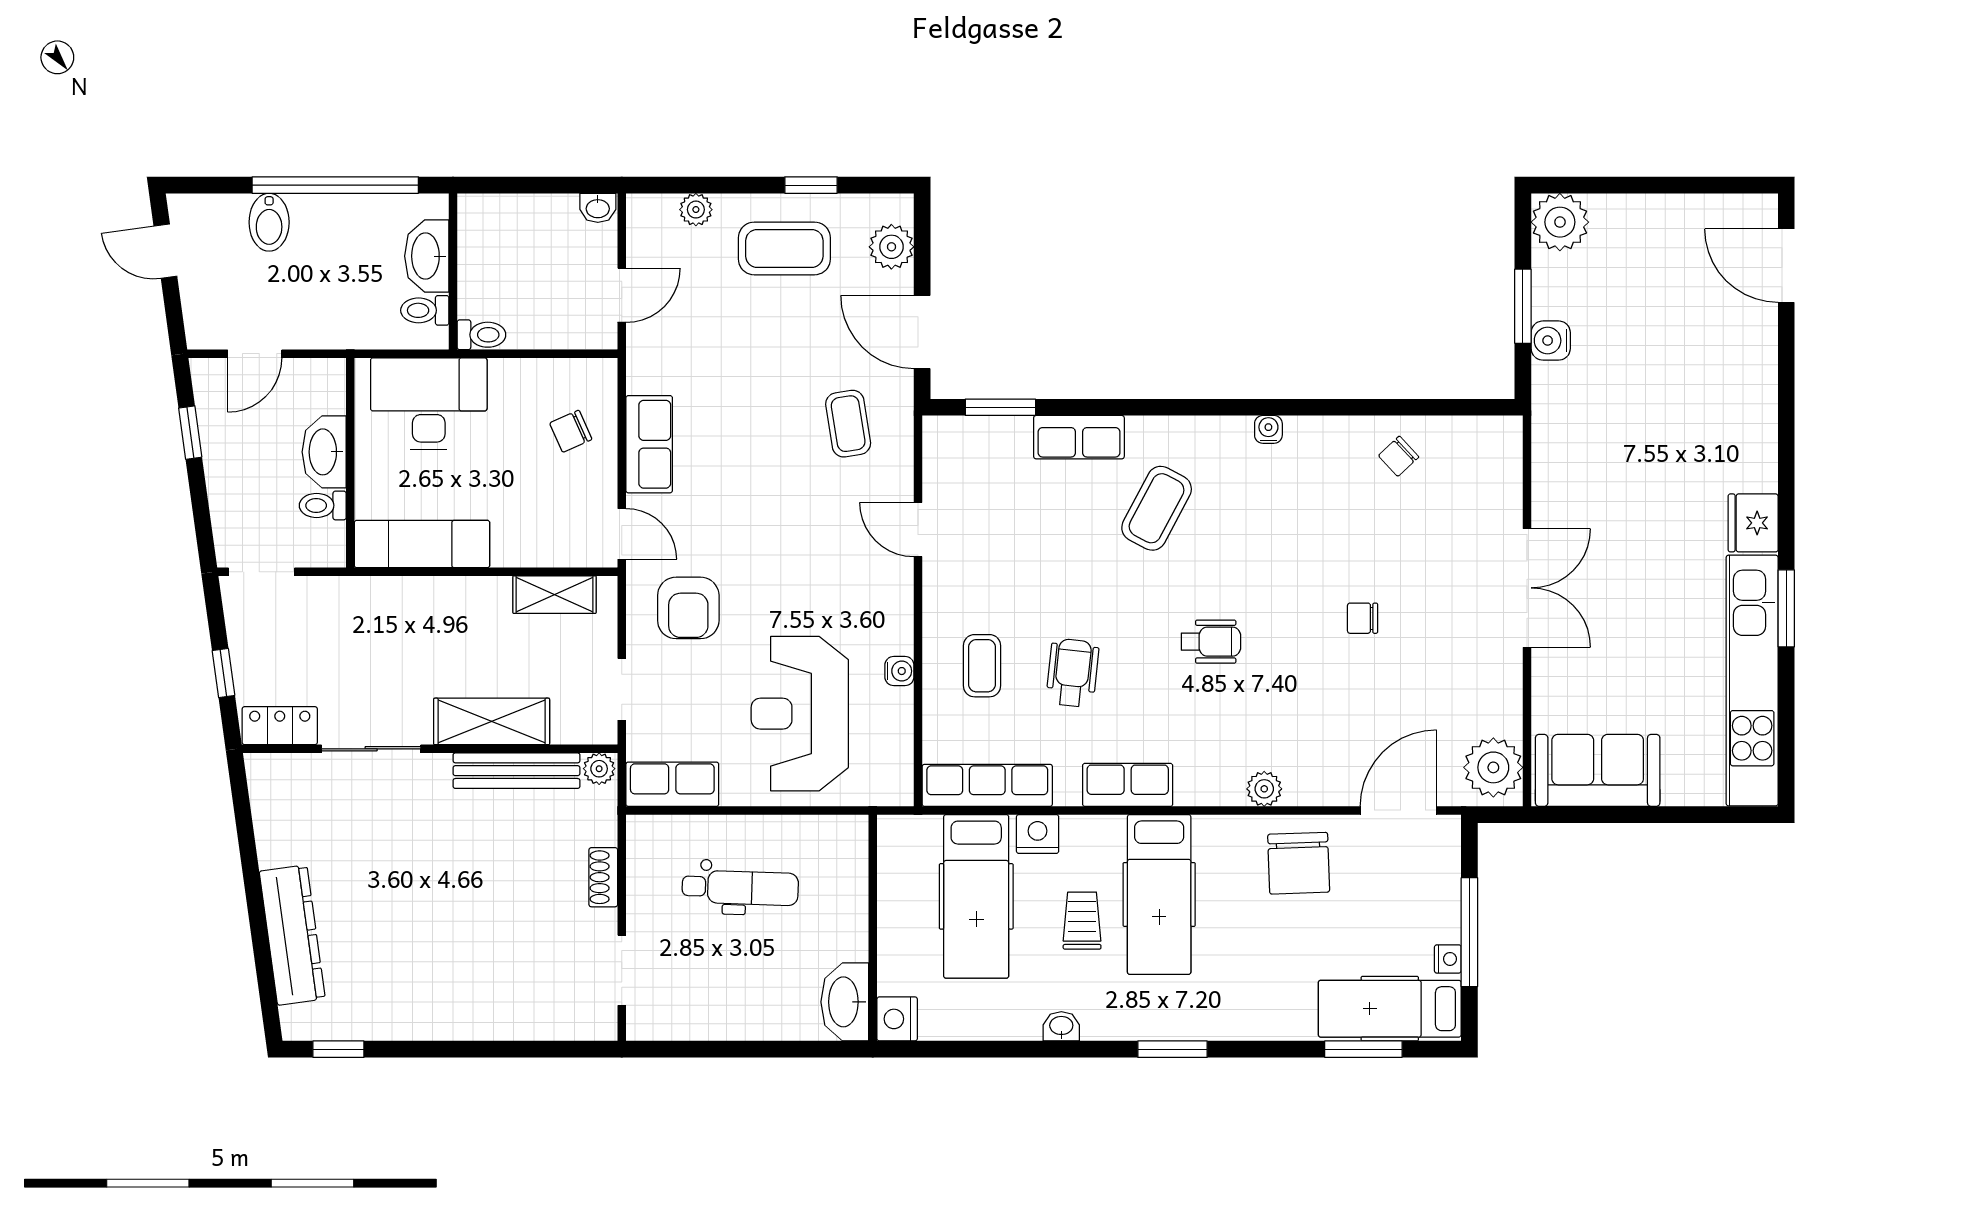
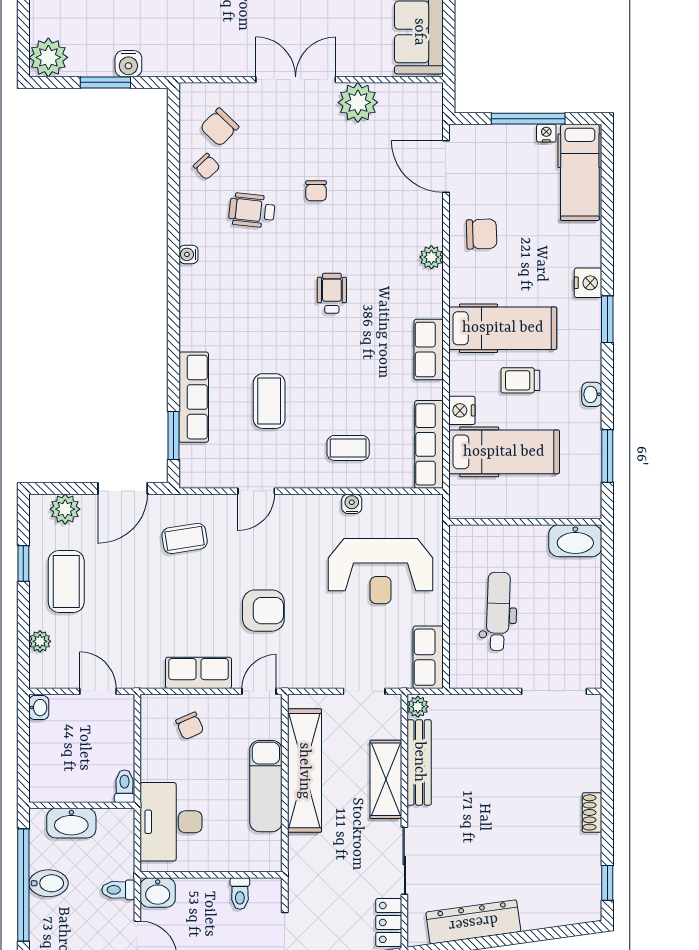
bidet: (269, 222) -> (49, 883), moved
toilet: (425, 310) -> (118, 890), moved, turned 90
row of seats: (1079, 437) -> (194, 397), width x1.48
washbasin: (324, 452) -> (158, 892), moved, width x0.72
chair: (1457, 475) -> (219, 127), added
coffee table: (1157, 508) -> (269, 401), moved, turned 62
exam couch: (422, 544) -> (266, 786), moved
shelving: (555, 595) -> (304, 771), width x2.20, depth x1.33
armchair: (688, 608) -> (263, 611), moved
wheelchair: (1072, 673) -> (252, 210), moved
plant: (1493, 767) -> (358, 102), moved
chair: (1299, 863) -> (482, 234), width x0.73, depth x0.73
shoe rack: (603, 877) -> (592, 812), moved, turned 90
dresser: (292, 935) -> (473, 922), moved
doorway: (622, 970) -> (554, 691), width x1.38
nightstand: (897, 1019) -> (588, 283), moved, turned -90
window: (1363, 1049) -> (607, 456), moved

